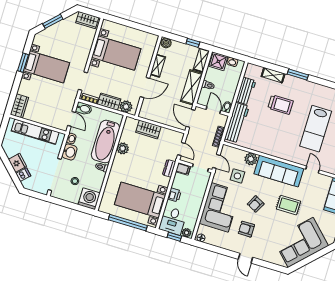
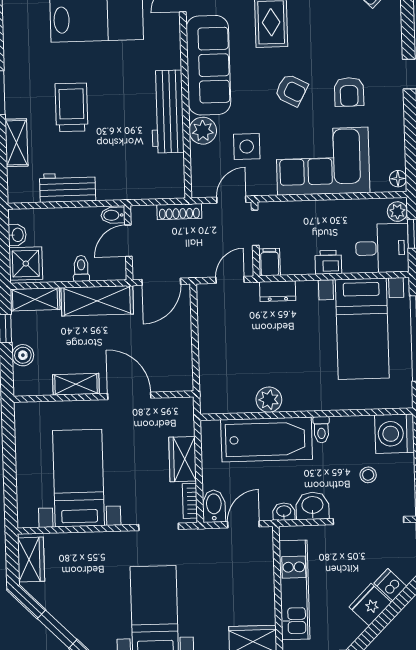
boiler: (166, 43) -> (23, 355), moved
plant: (126, 107) -> (181, 422), removed
workbench: (237, 123) -> (167, 112), moved, turned -90
wardrobe: (148, 129) -> (213, 360), removed

